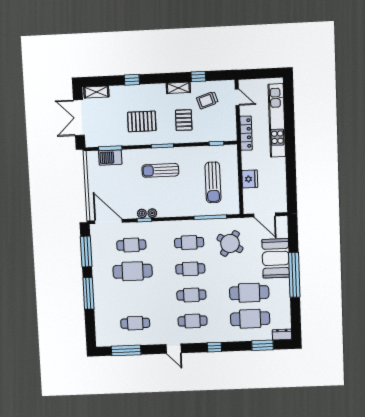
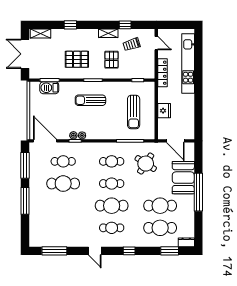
cafe table: (191, 295) -> (112, 206), width x1.37, depth x1.35
cafe table: (135, 323) -> (63, 228), removed

